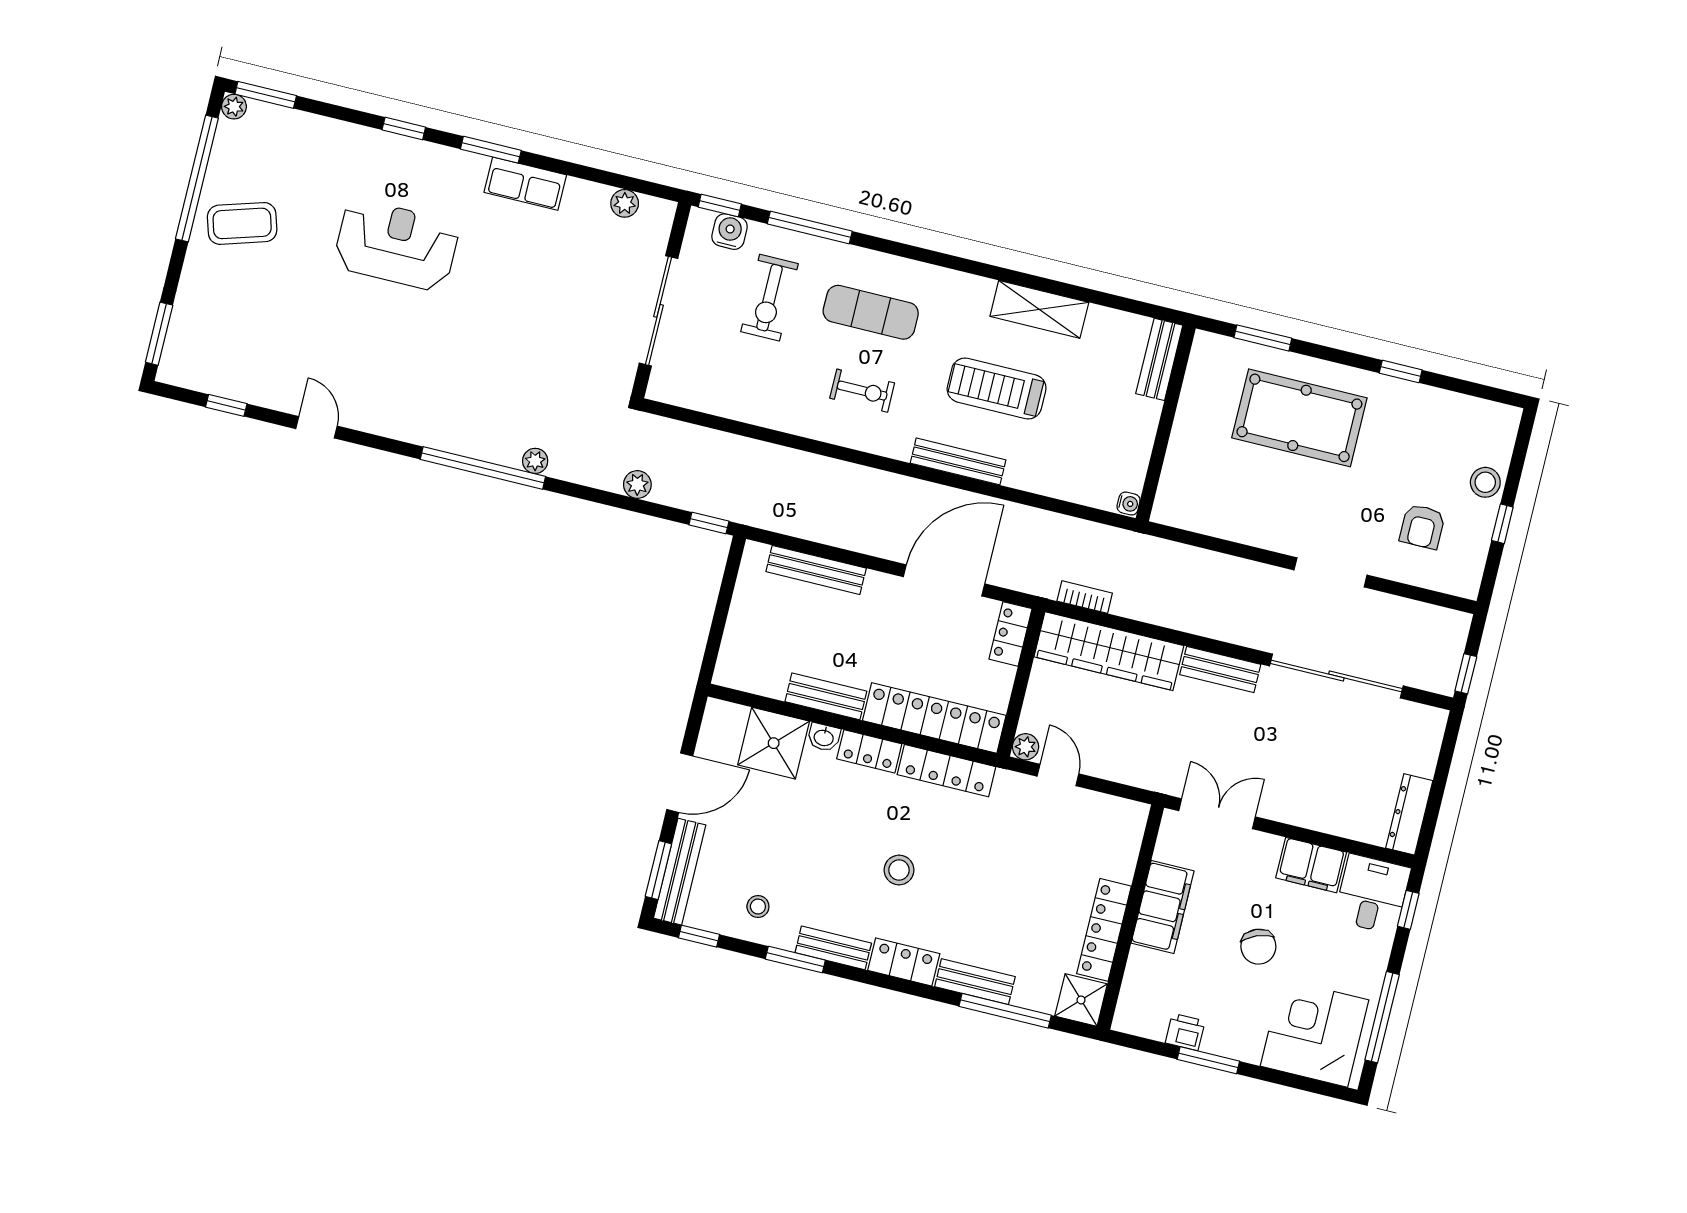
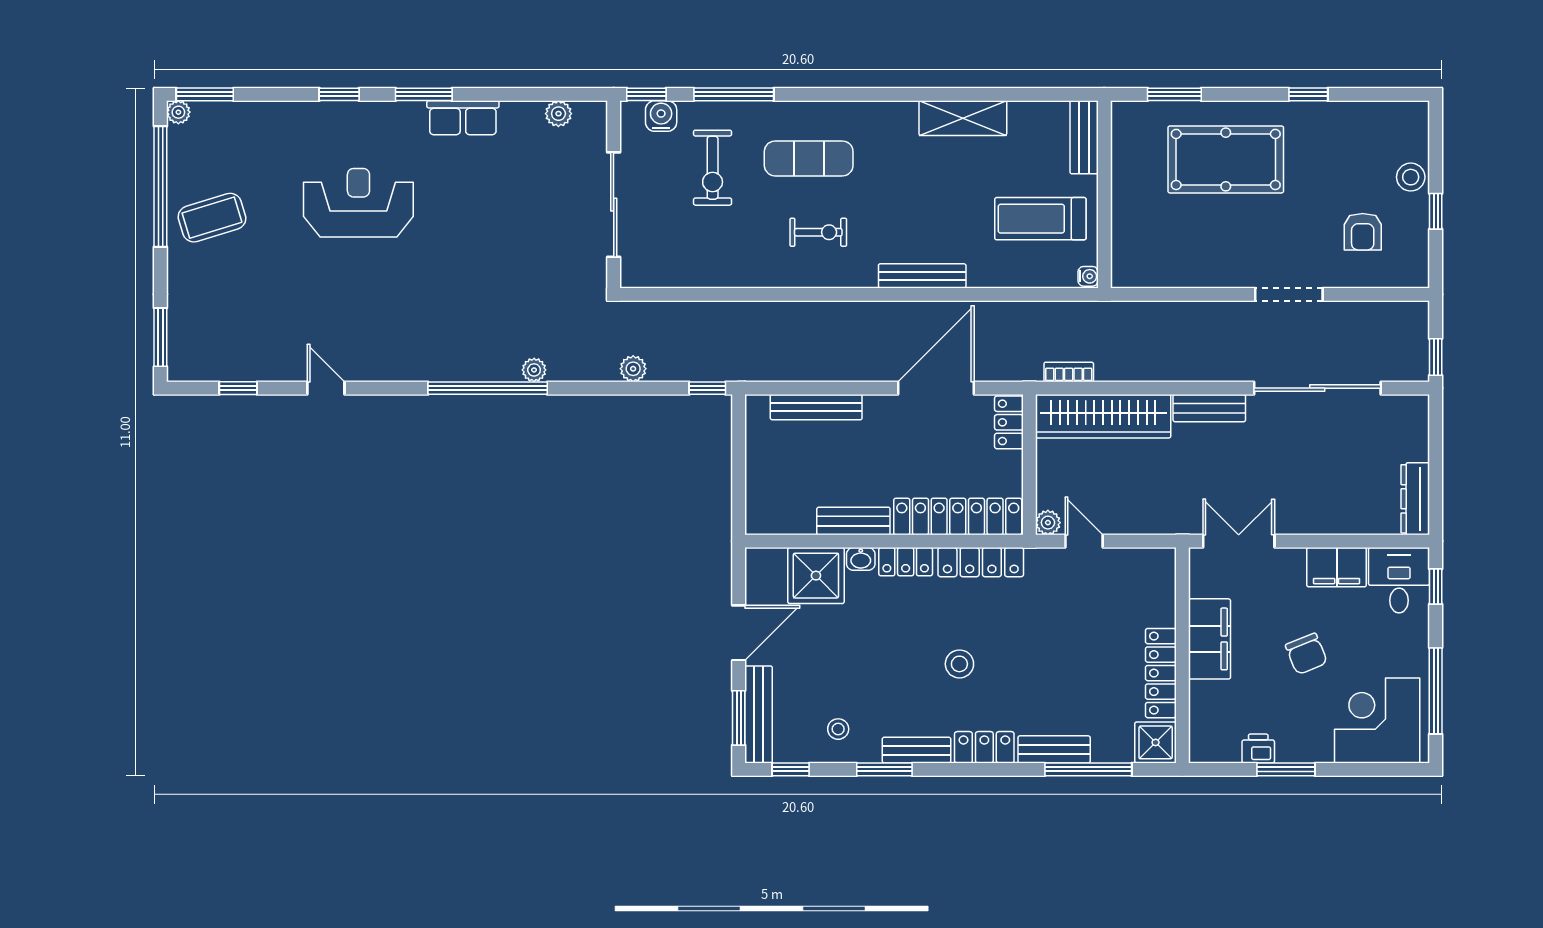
treadmill: (997, 389) -> (1040, 219), moved

